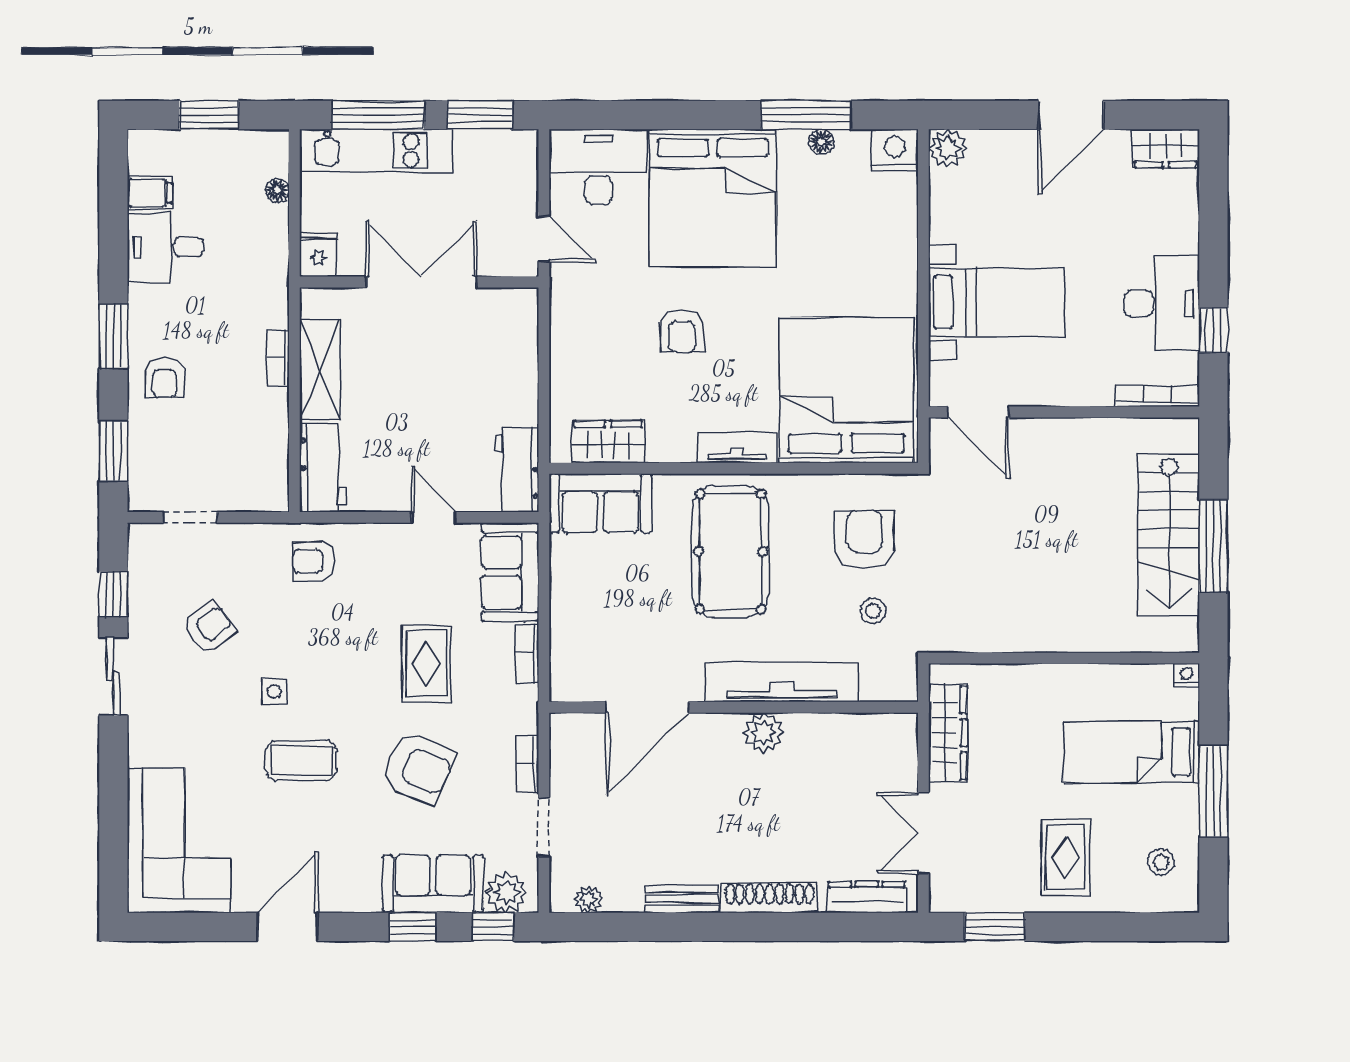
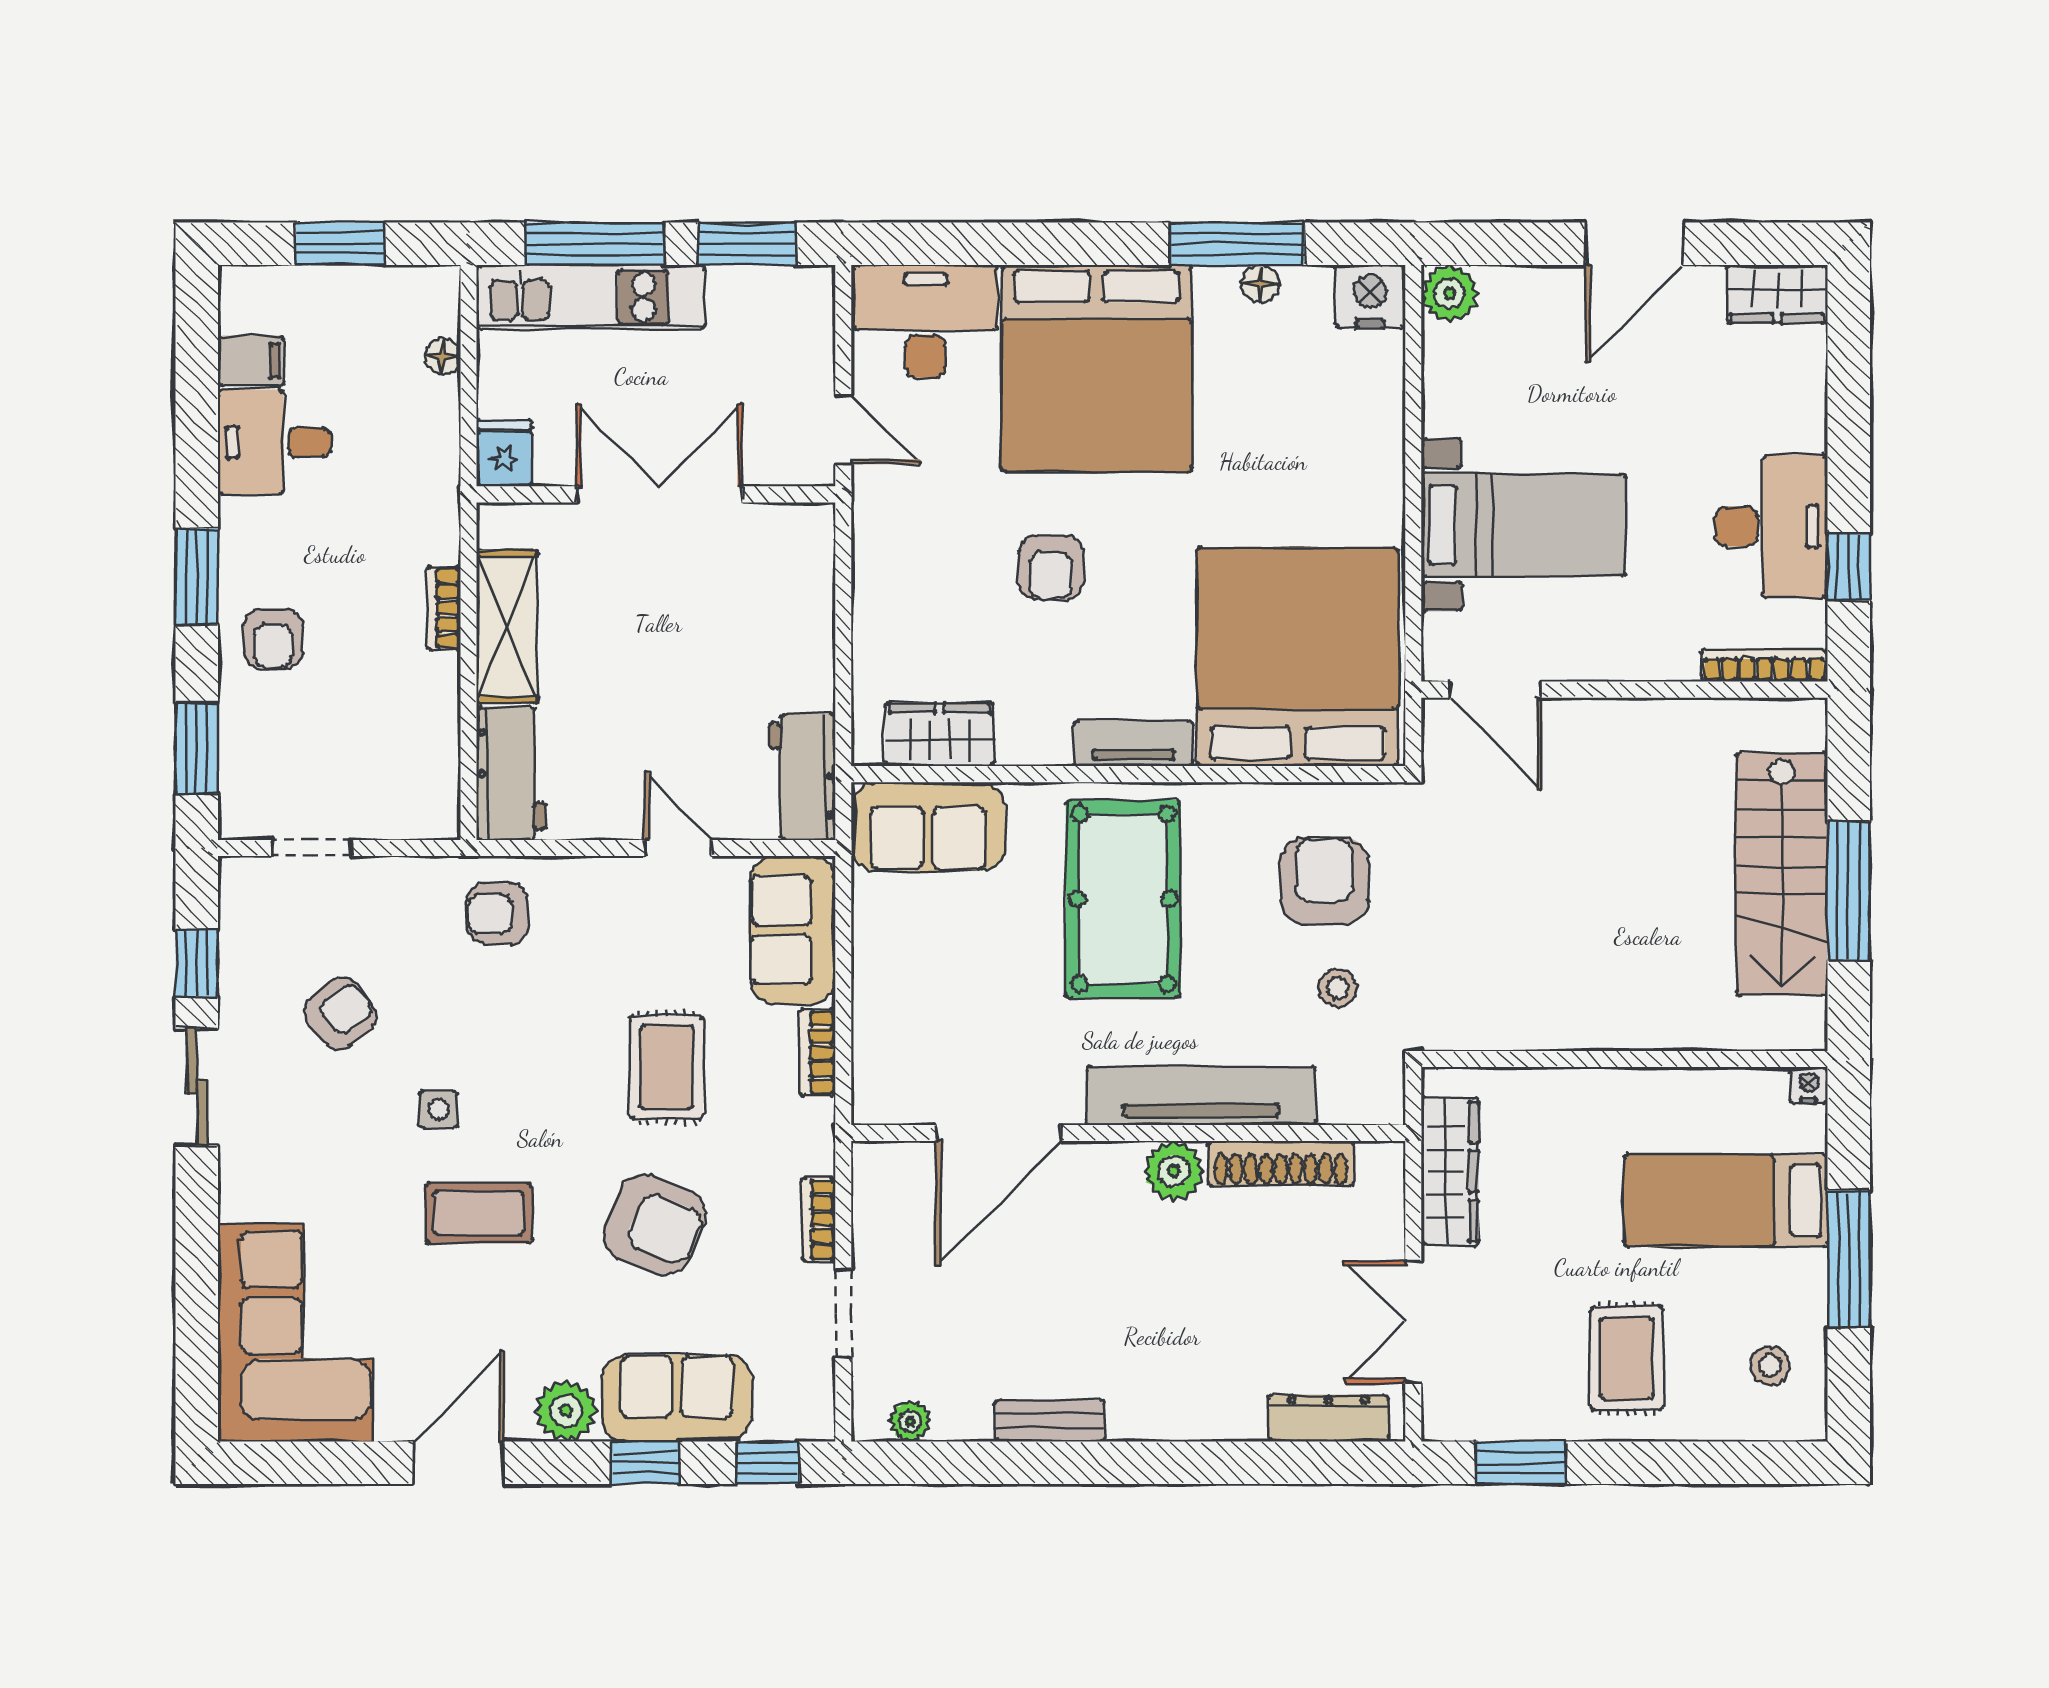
plant: (506, 892) -> (566, 1411), moved
shoe rack: (770, 898) -> (1281, 1163), moved, turned 180

